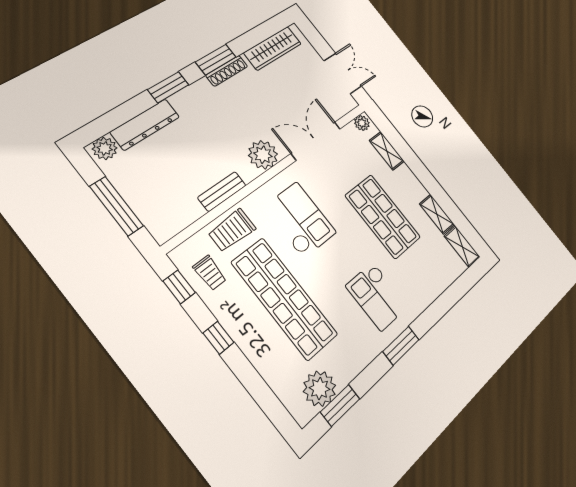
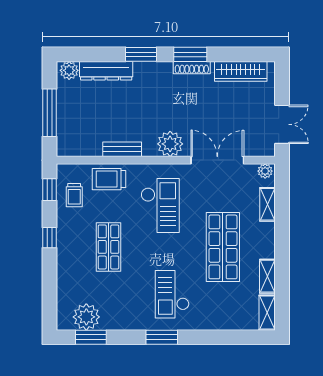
shop shelf: (285, 299) -> (109, 247), width x0.50, depth x0.74

